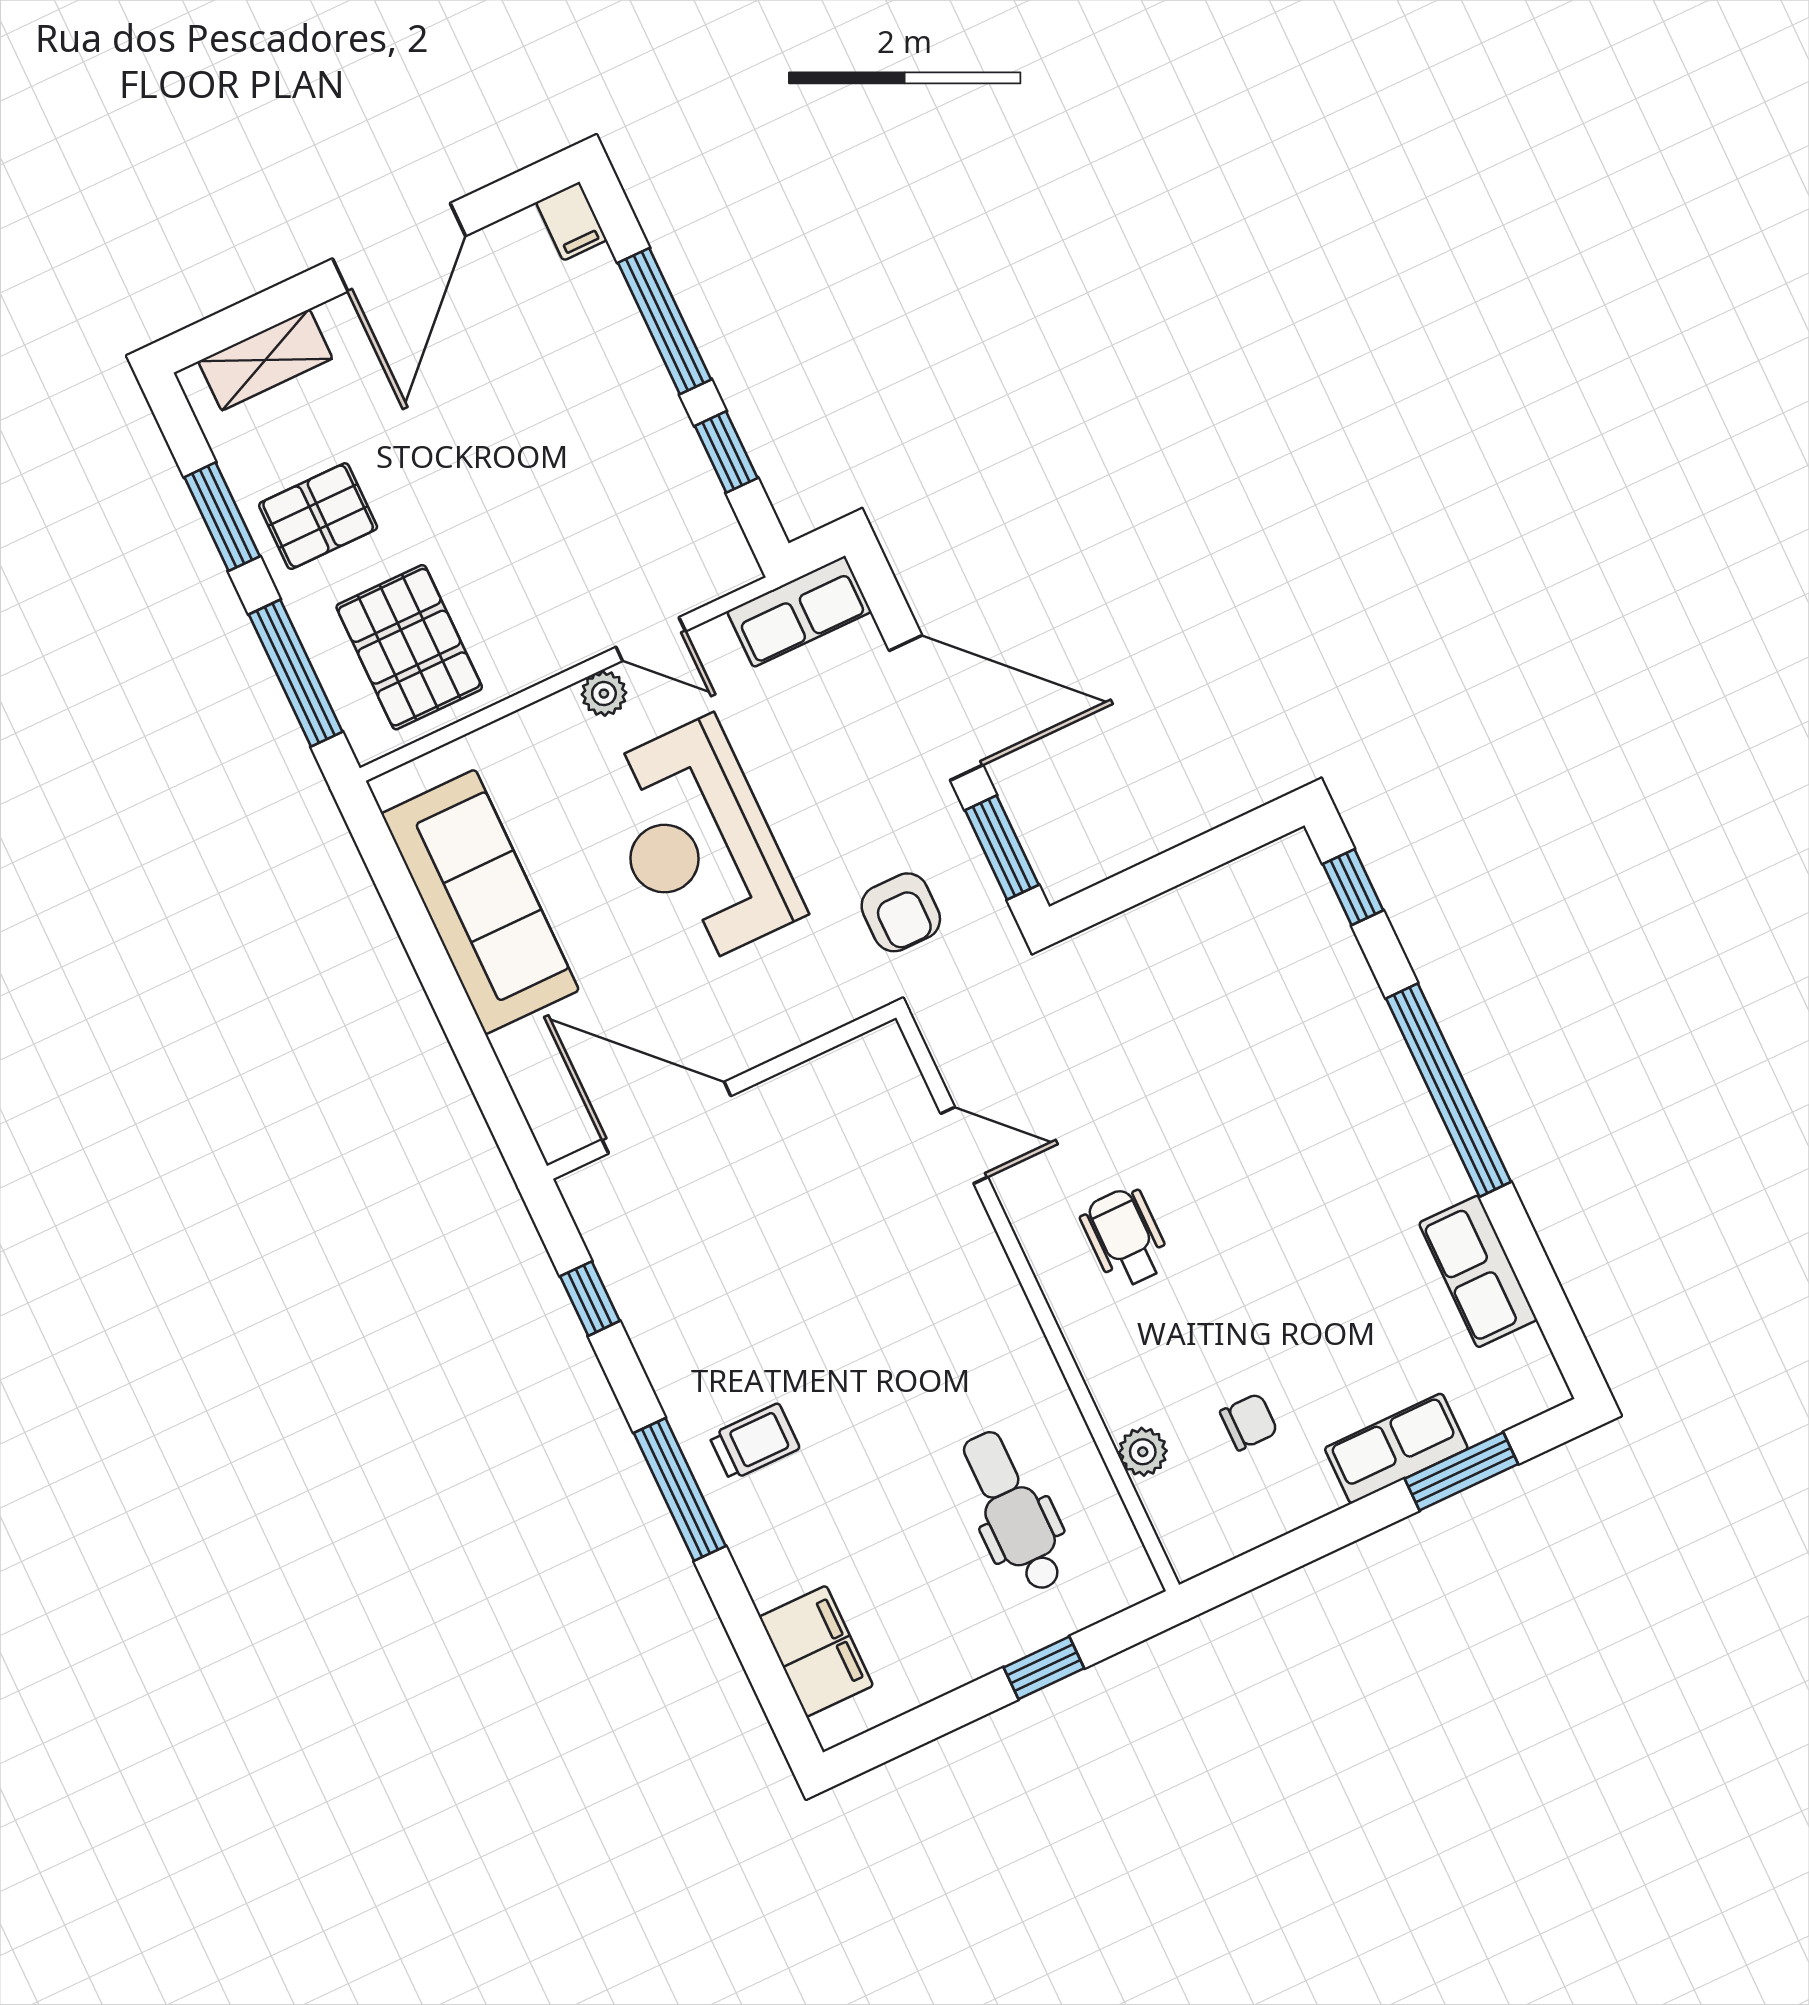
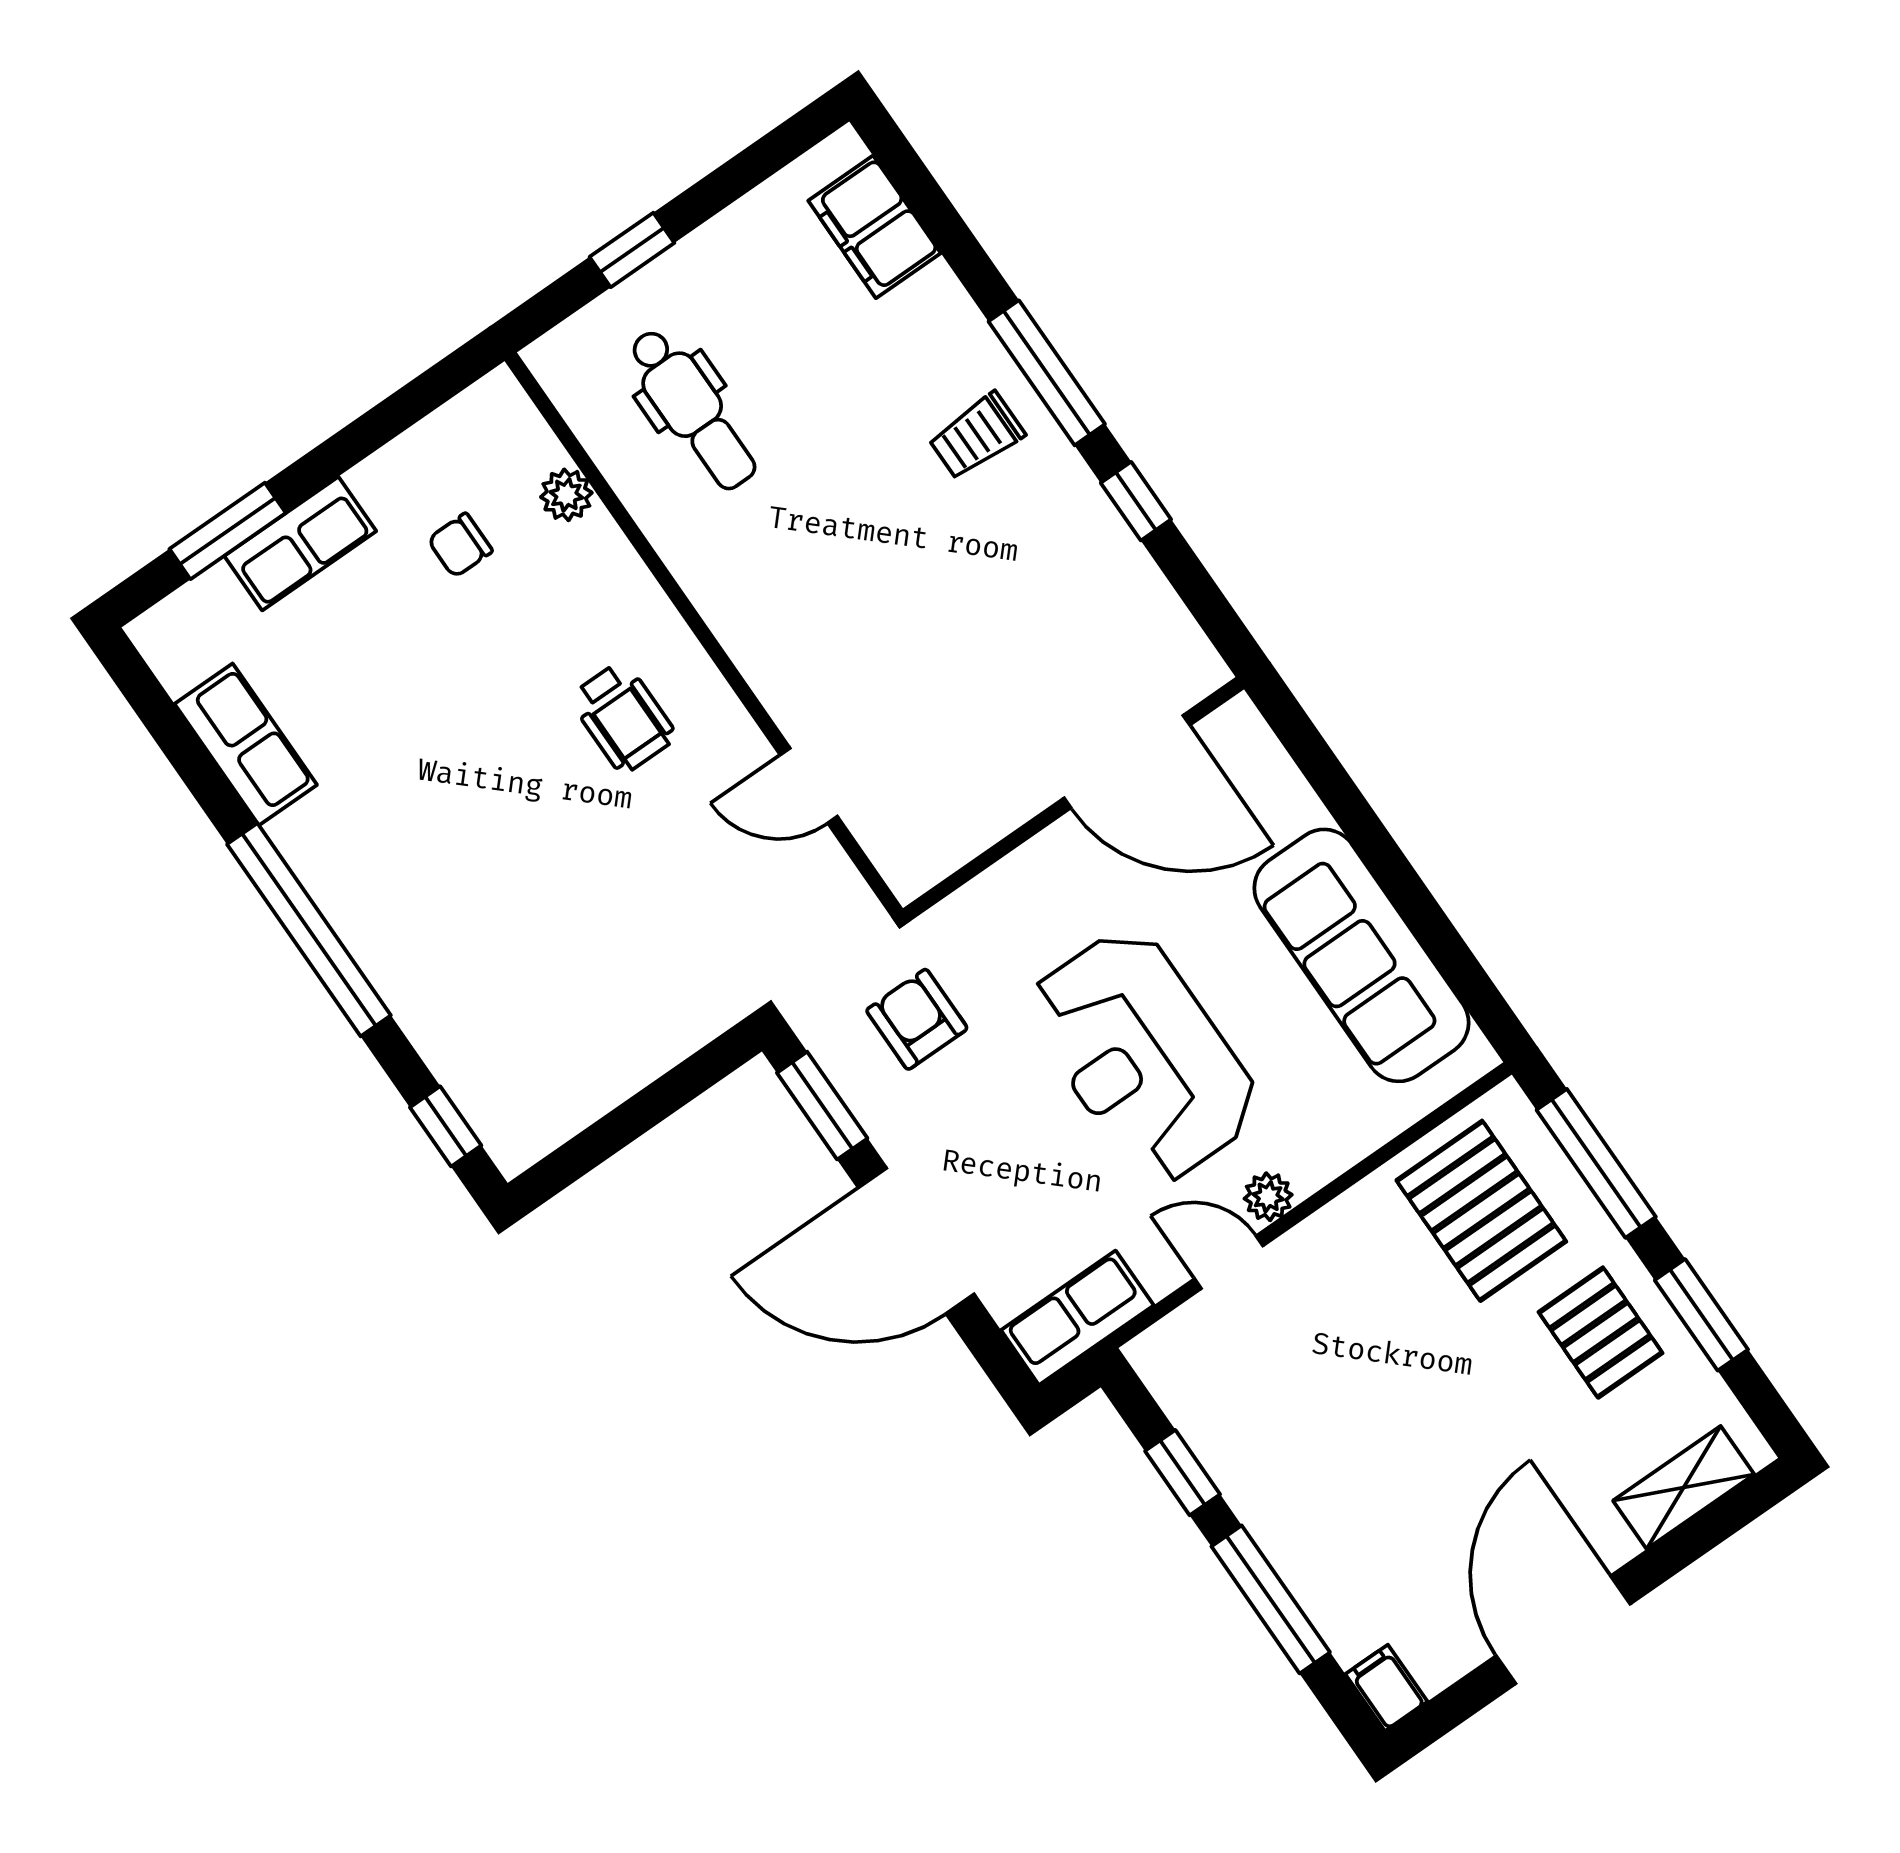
pallet: (318, 516) -> (1601, 1333), turned 90
reception desk: (698, 843) -> (1143, 1056), turned 180
window: (590, 1299) -> (1136, 501), moved

